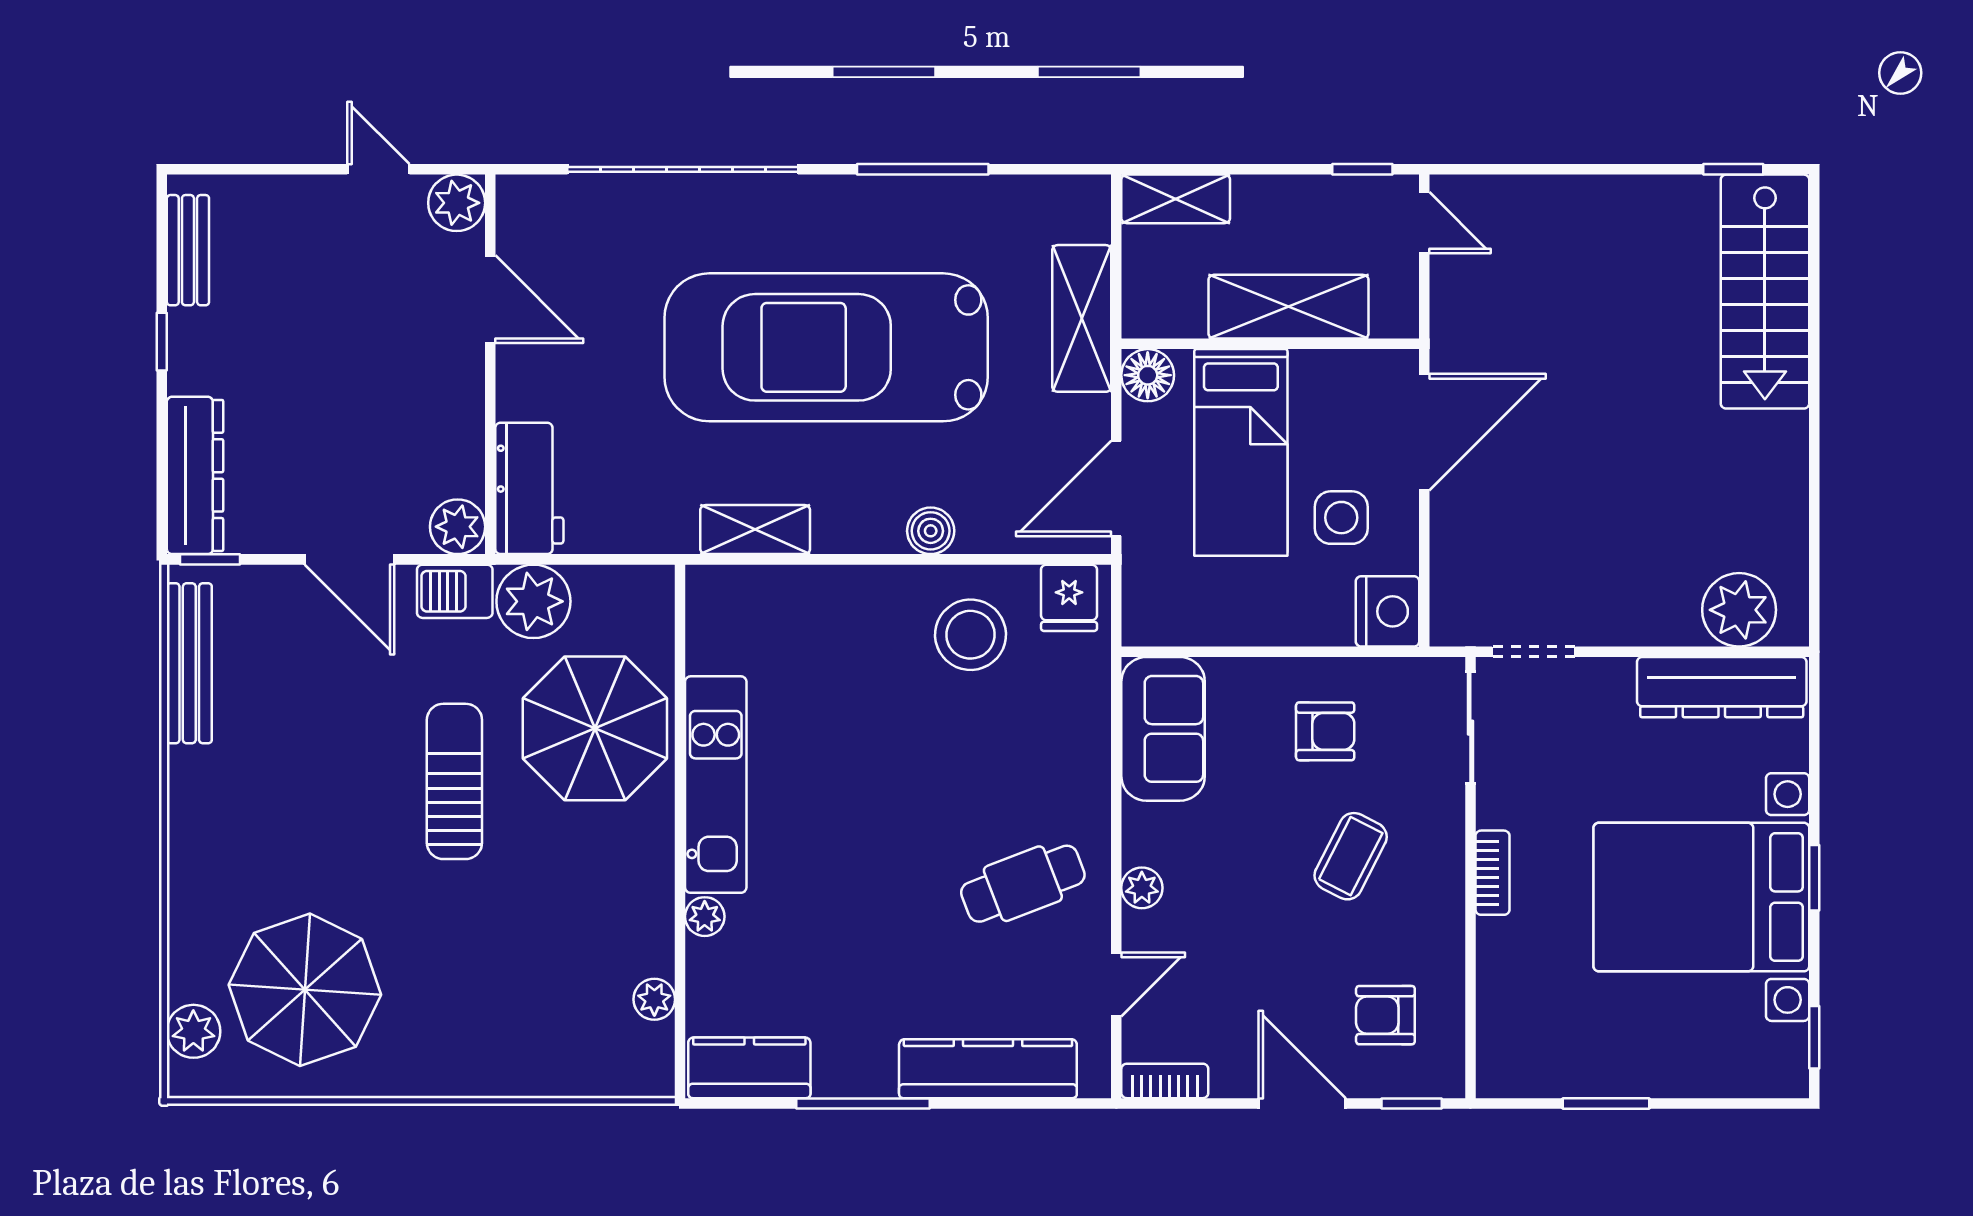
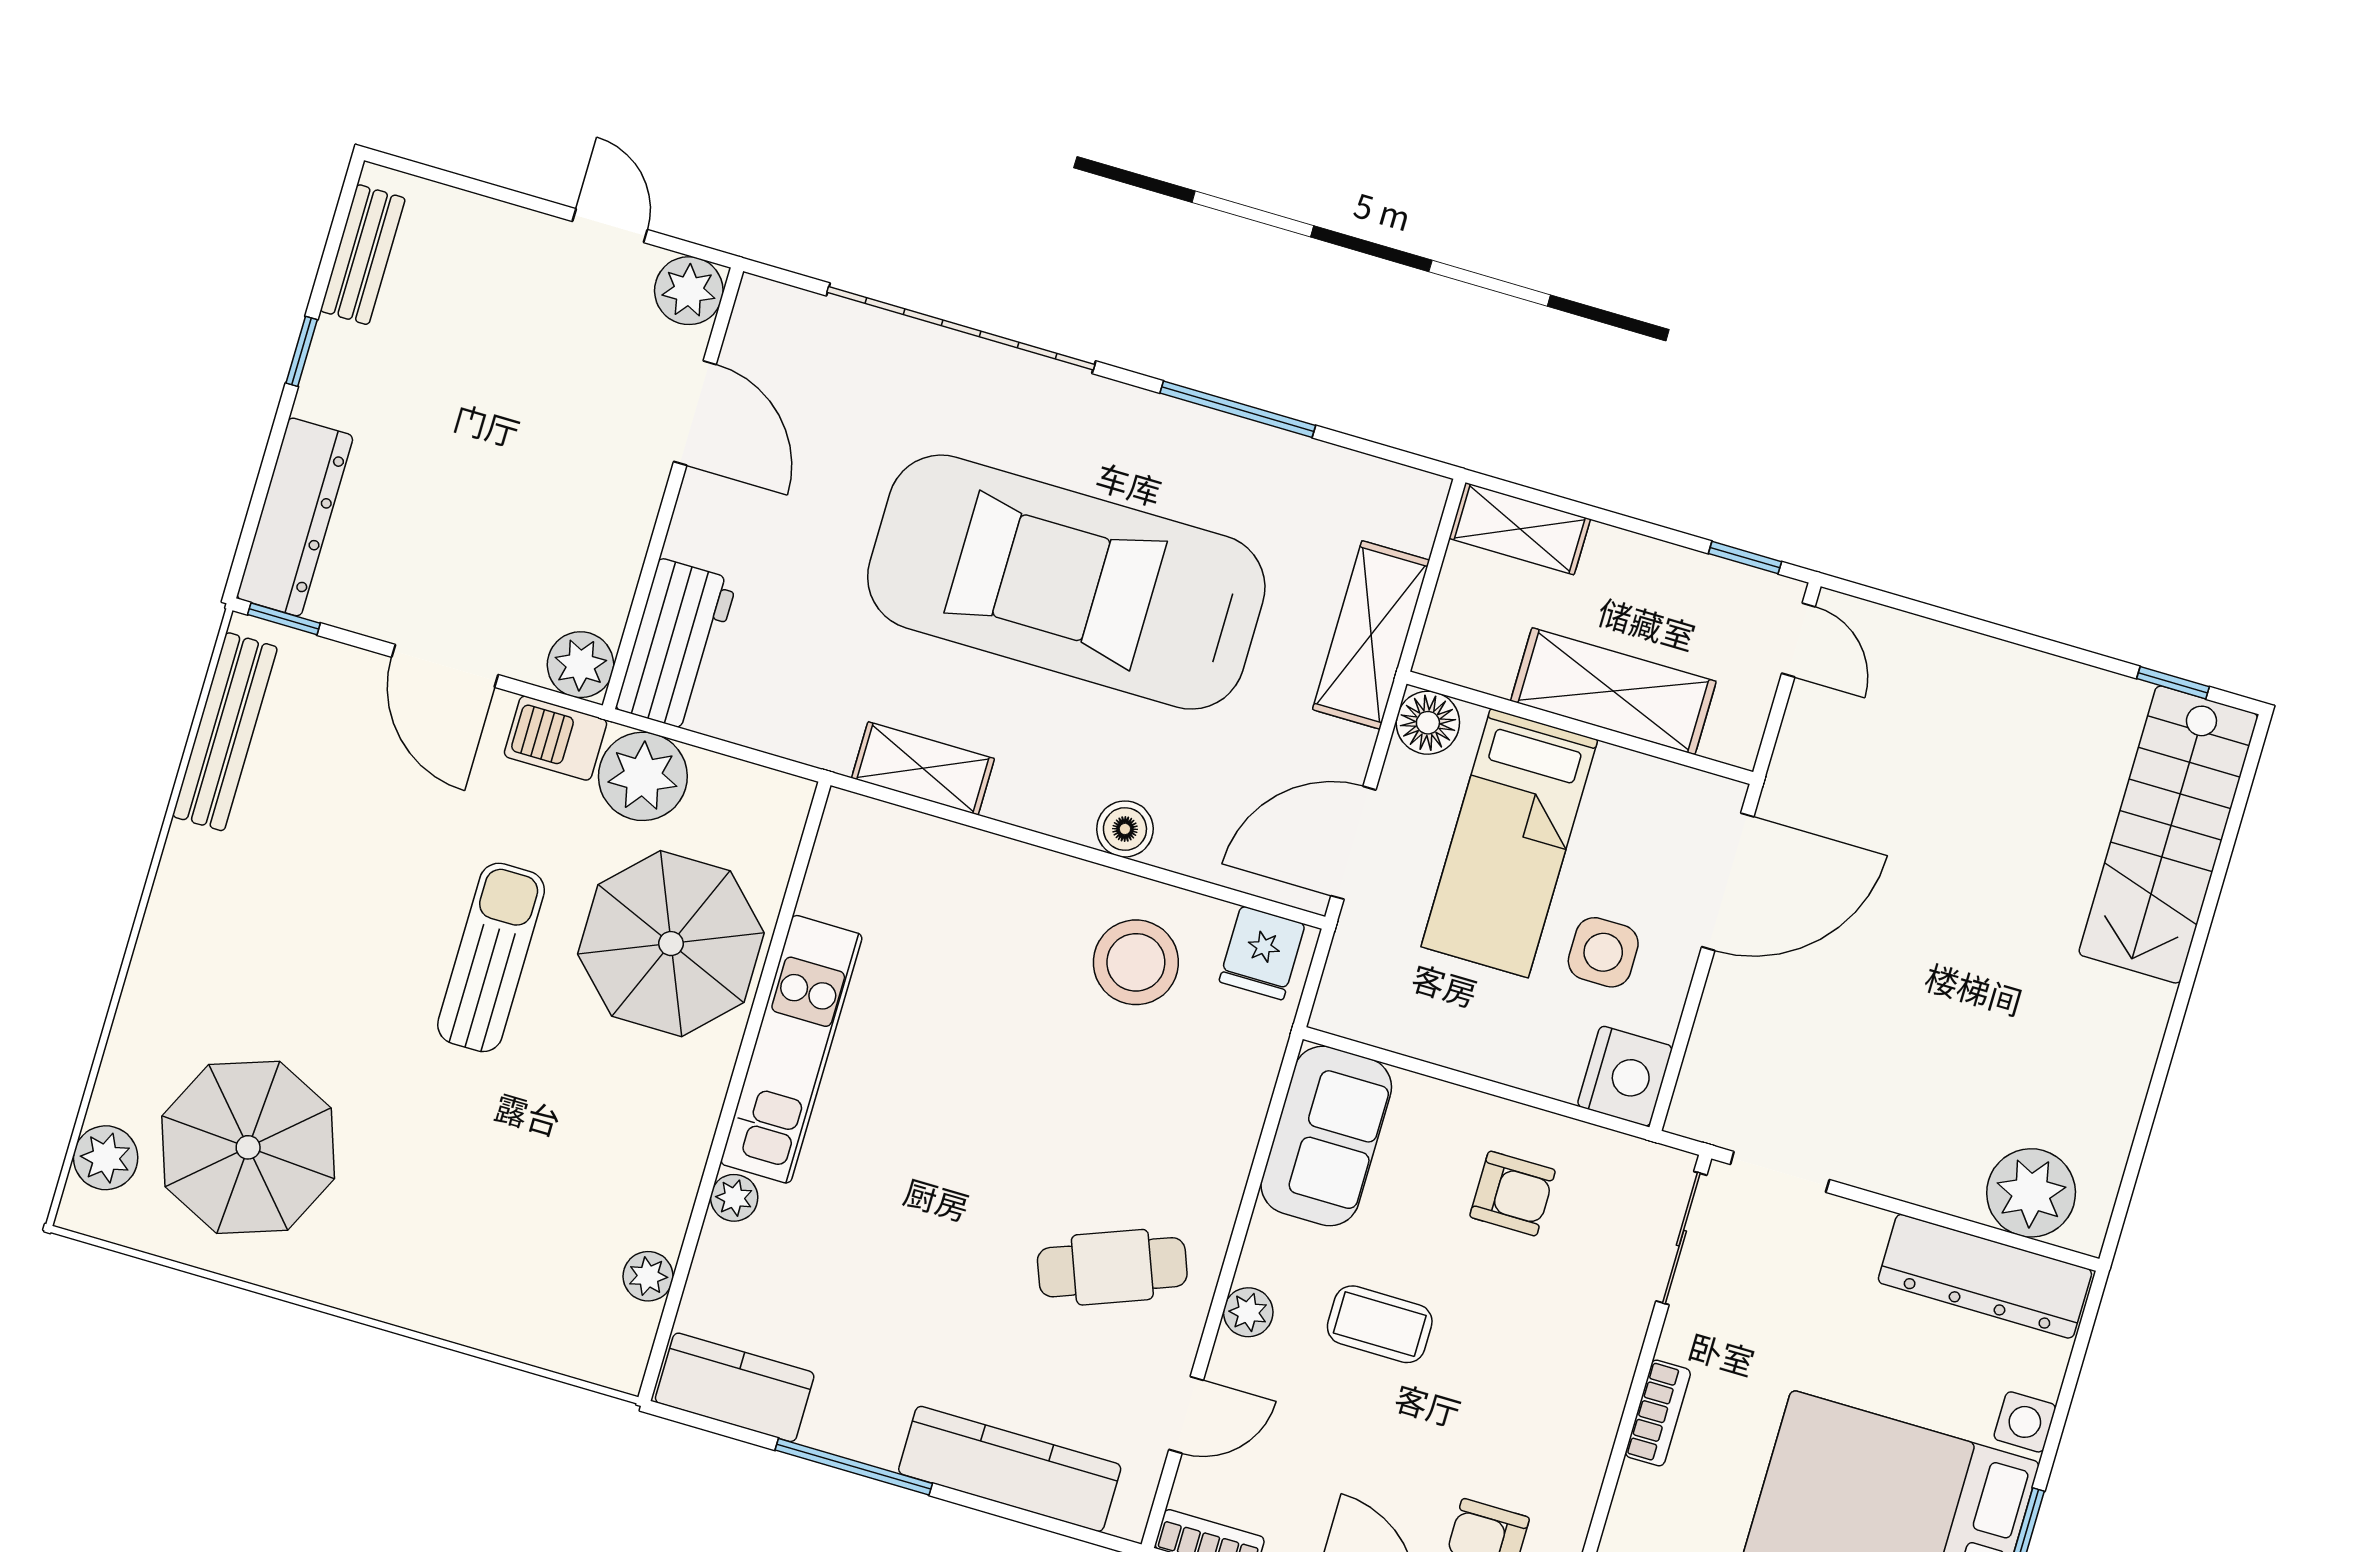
coffee table: (1351, 856) -> (1380, 1324), moved, turned 63

